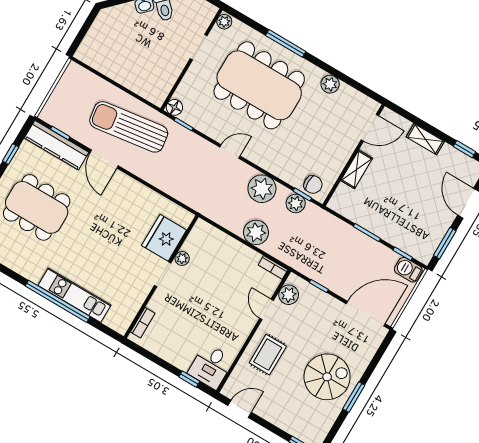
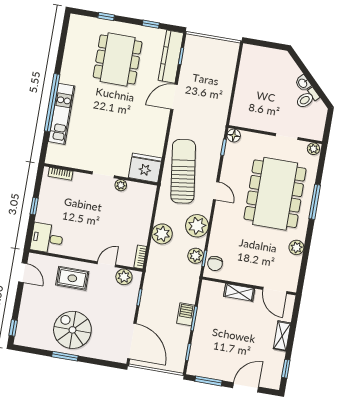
sun lounger: (129, 127) -> (183, 171), moved
fridge: (164, 238) -> (145, 168), moved
barbecue: (408, 270) -> (186, 314), moved
spiral stairs: (327, 377) -> (72, 330), turned 180
window: (189, 379) -> (34, 206), moved

